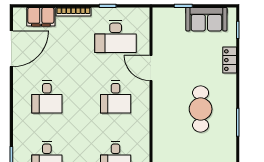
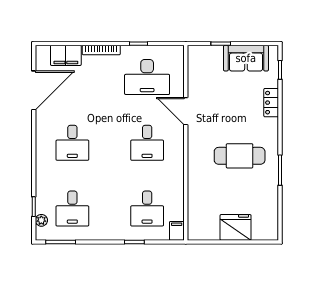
cafe table: (201, 109) -> (240, 156), turned 90

